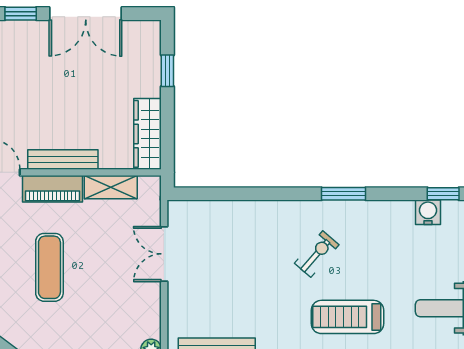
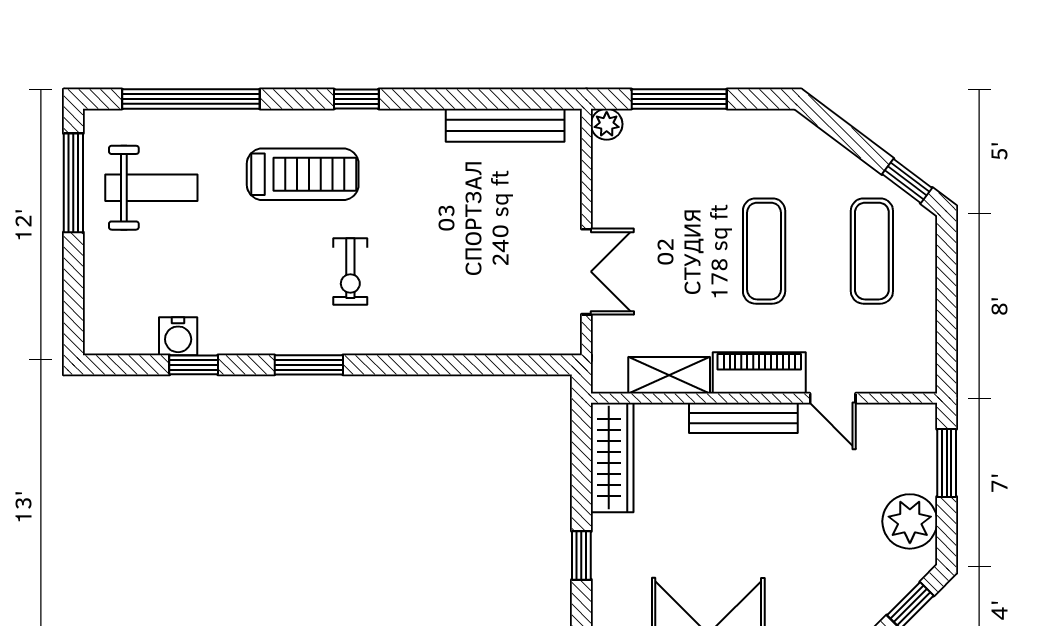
window: (443, 194) -> (194, 365), moved
exercise bike: (317, 254) -> (350, 272), turned -41

